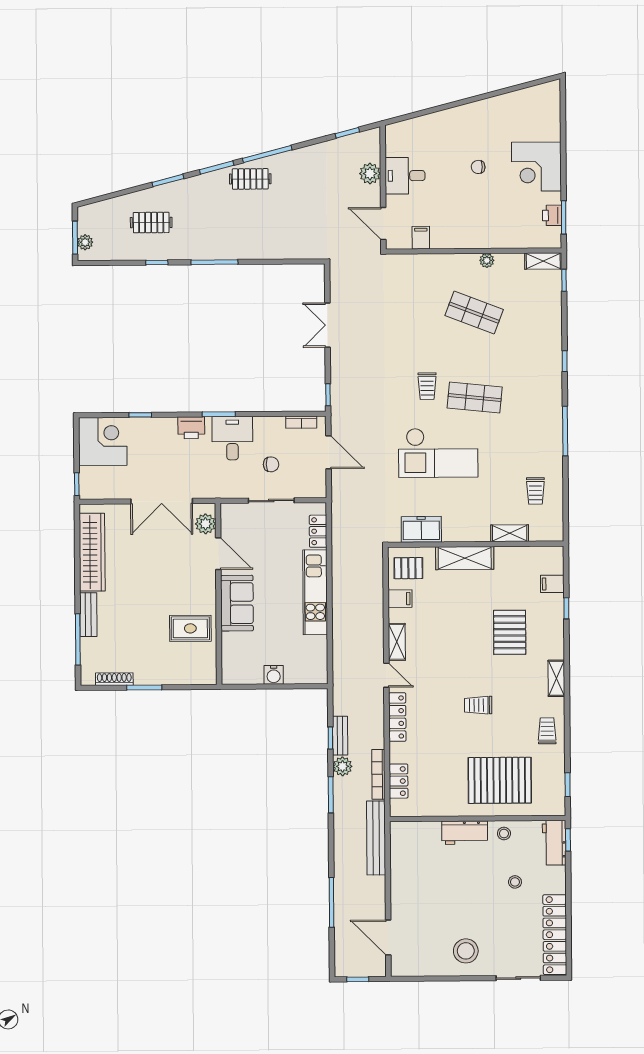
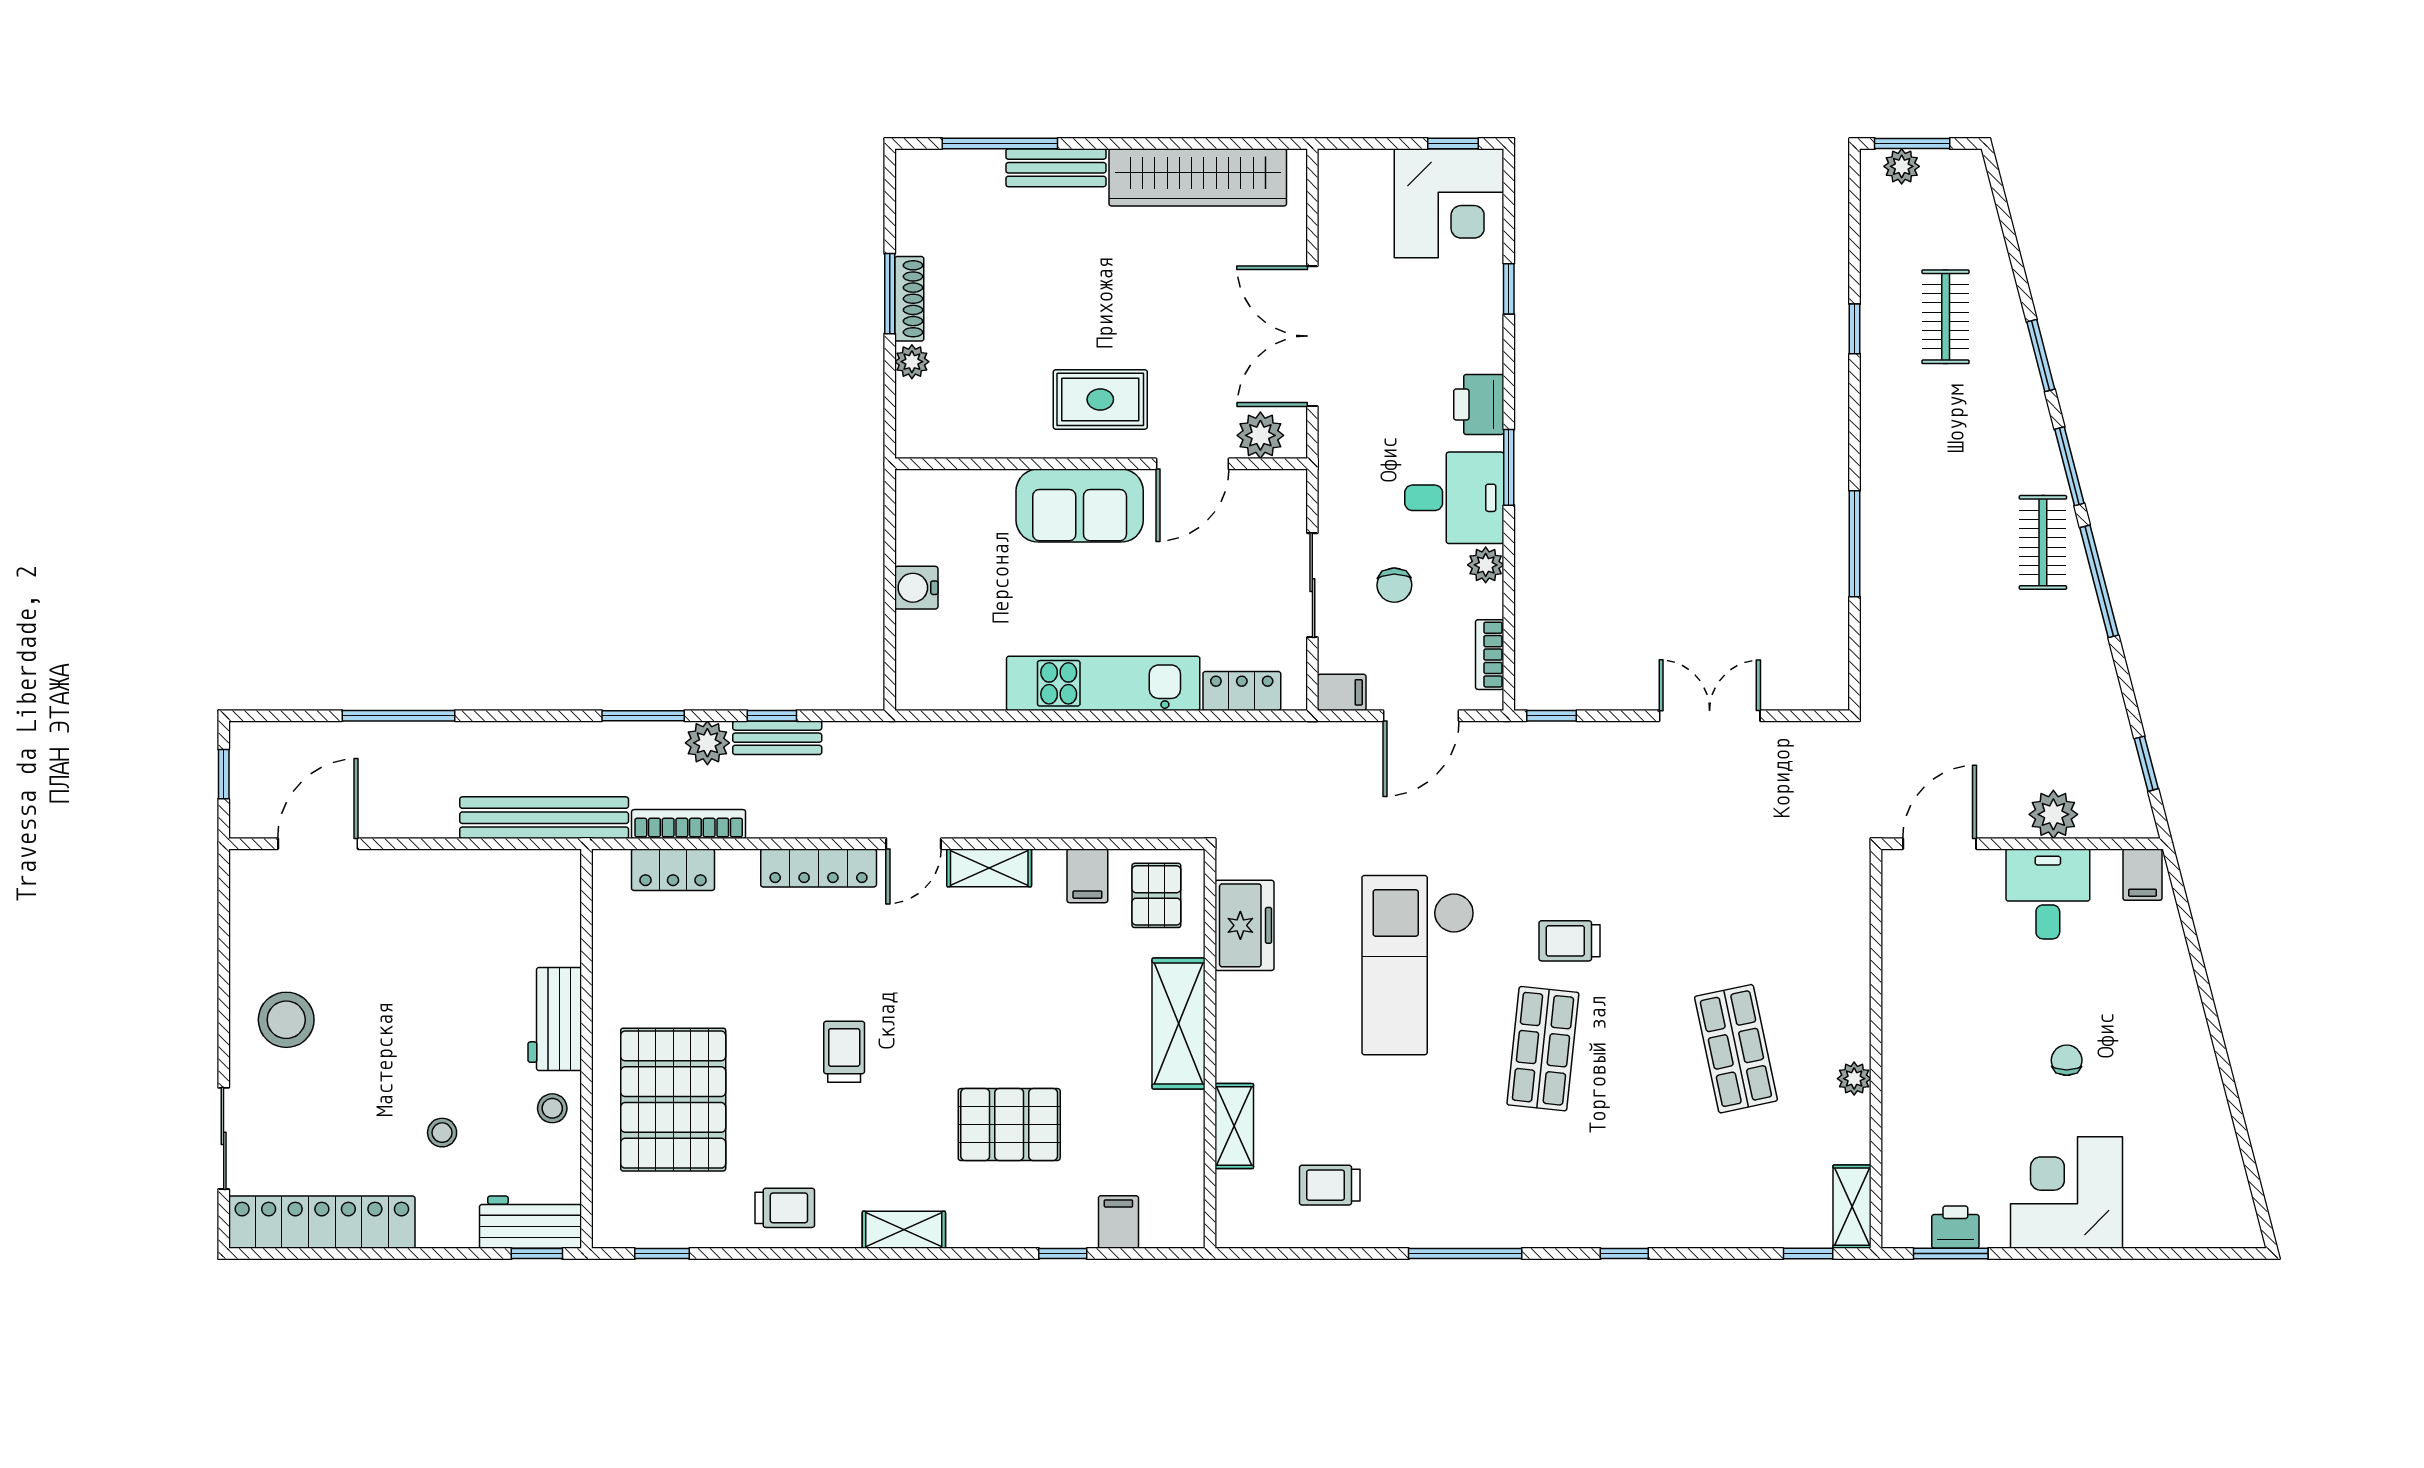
filing cabinet: (421, 238) -> (2143, 875), moved, turned 90
window: (214, 262) -> (1855, 544), moved
shop shelf: (474, 313) -> (1736, 1049), turned -33
plant: (262, 424) -> (1486, 565), added
window: (77, 484) -> (1453, 144), moved
filing cabinet: (318, 487) -> (1342, 692), added
rug: (190, 628) -> (1100, 399), moved, turned 90
plant: (174, 677) -> (912, 362), added
shoe rack: (114, 679) -> (909, 299), moved

